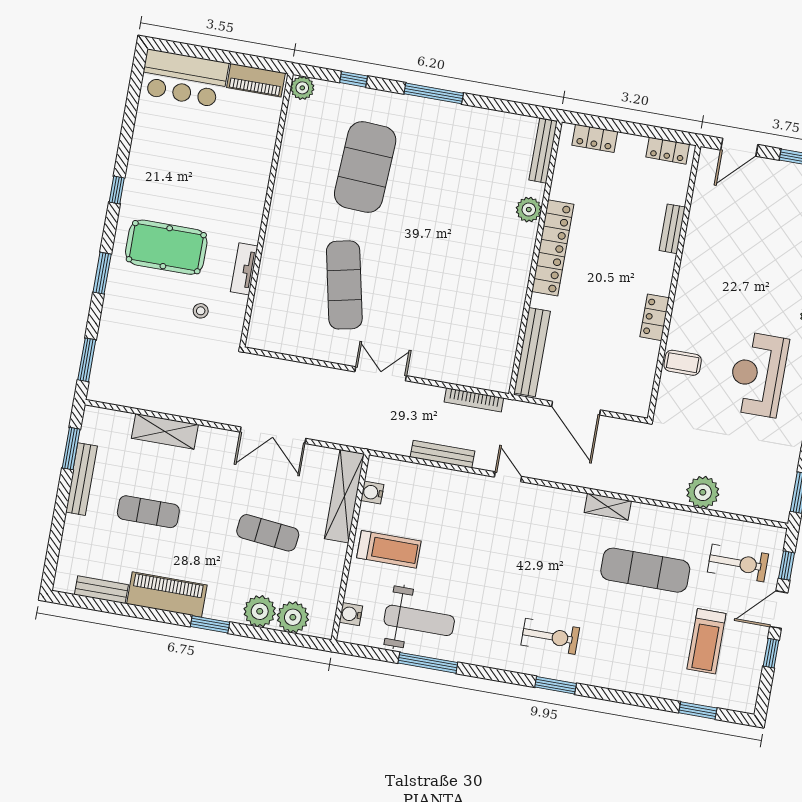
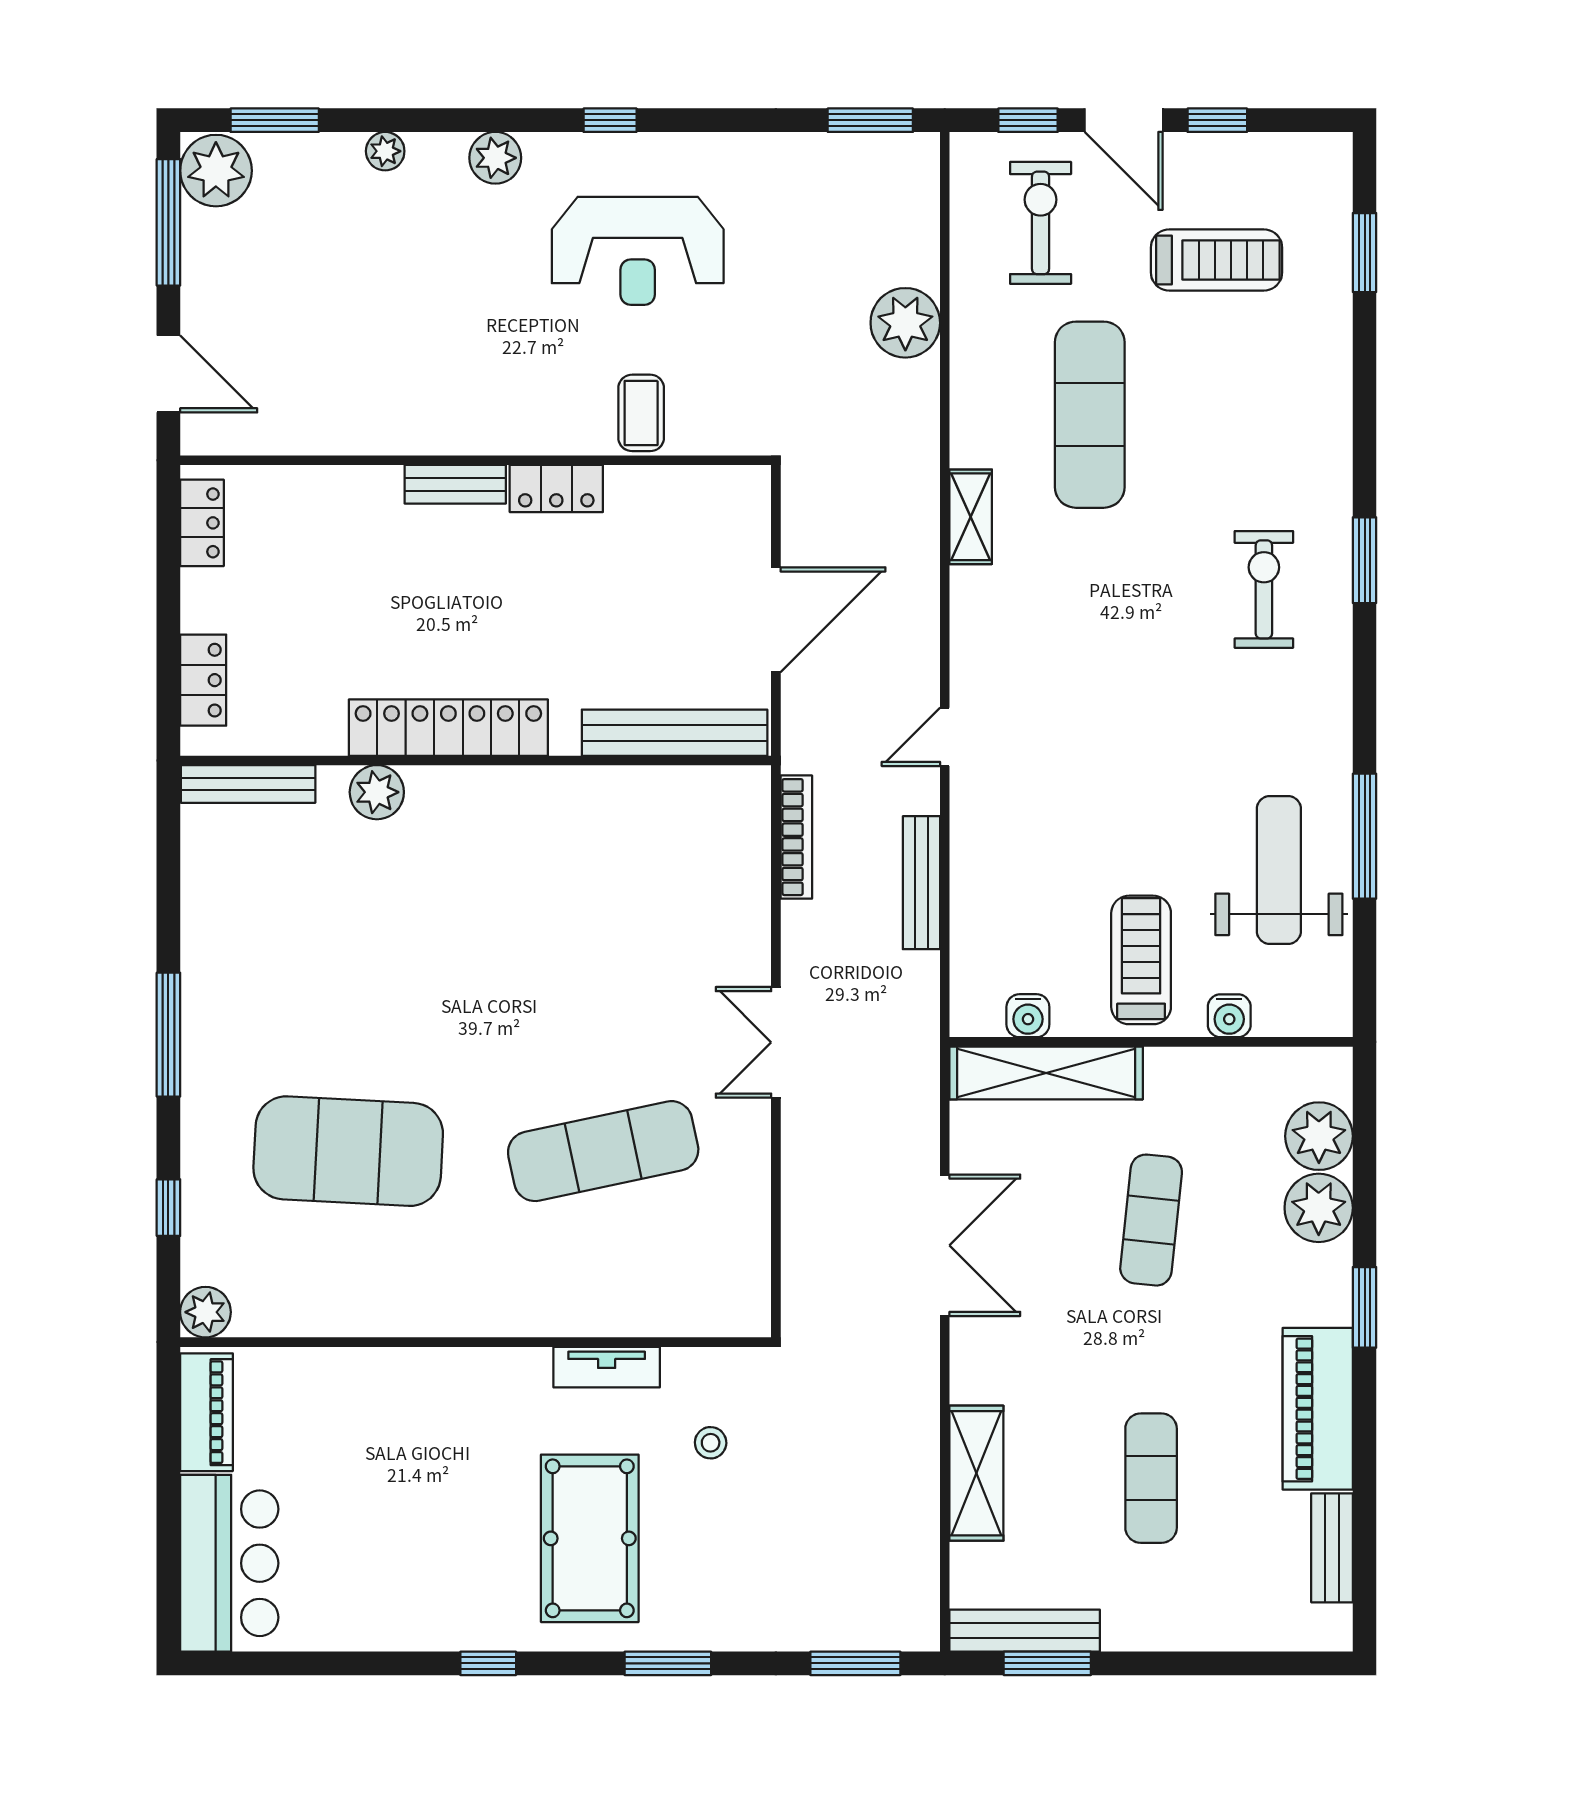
bench: (672, 229) -> (455, 484), moved
bench: (81, 479) -> (1025, 1631), moved
water cooler: (351, 614) -> (1229, 1016), moved

